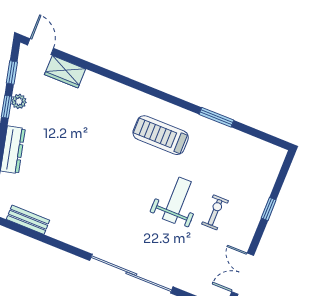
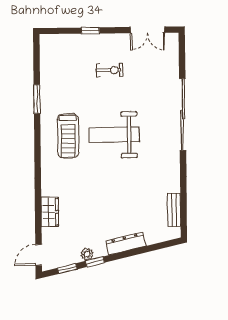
wardrobe: (65, 72) -> (50, 212), moved
weight bench: (177, 200) -> (114, 135), moved, width x1.36, depth x1.33
exercise bike: (215, 212) -> (110, 70), turned 180

